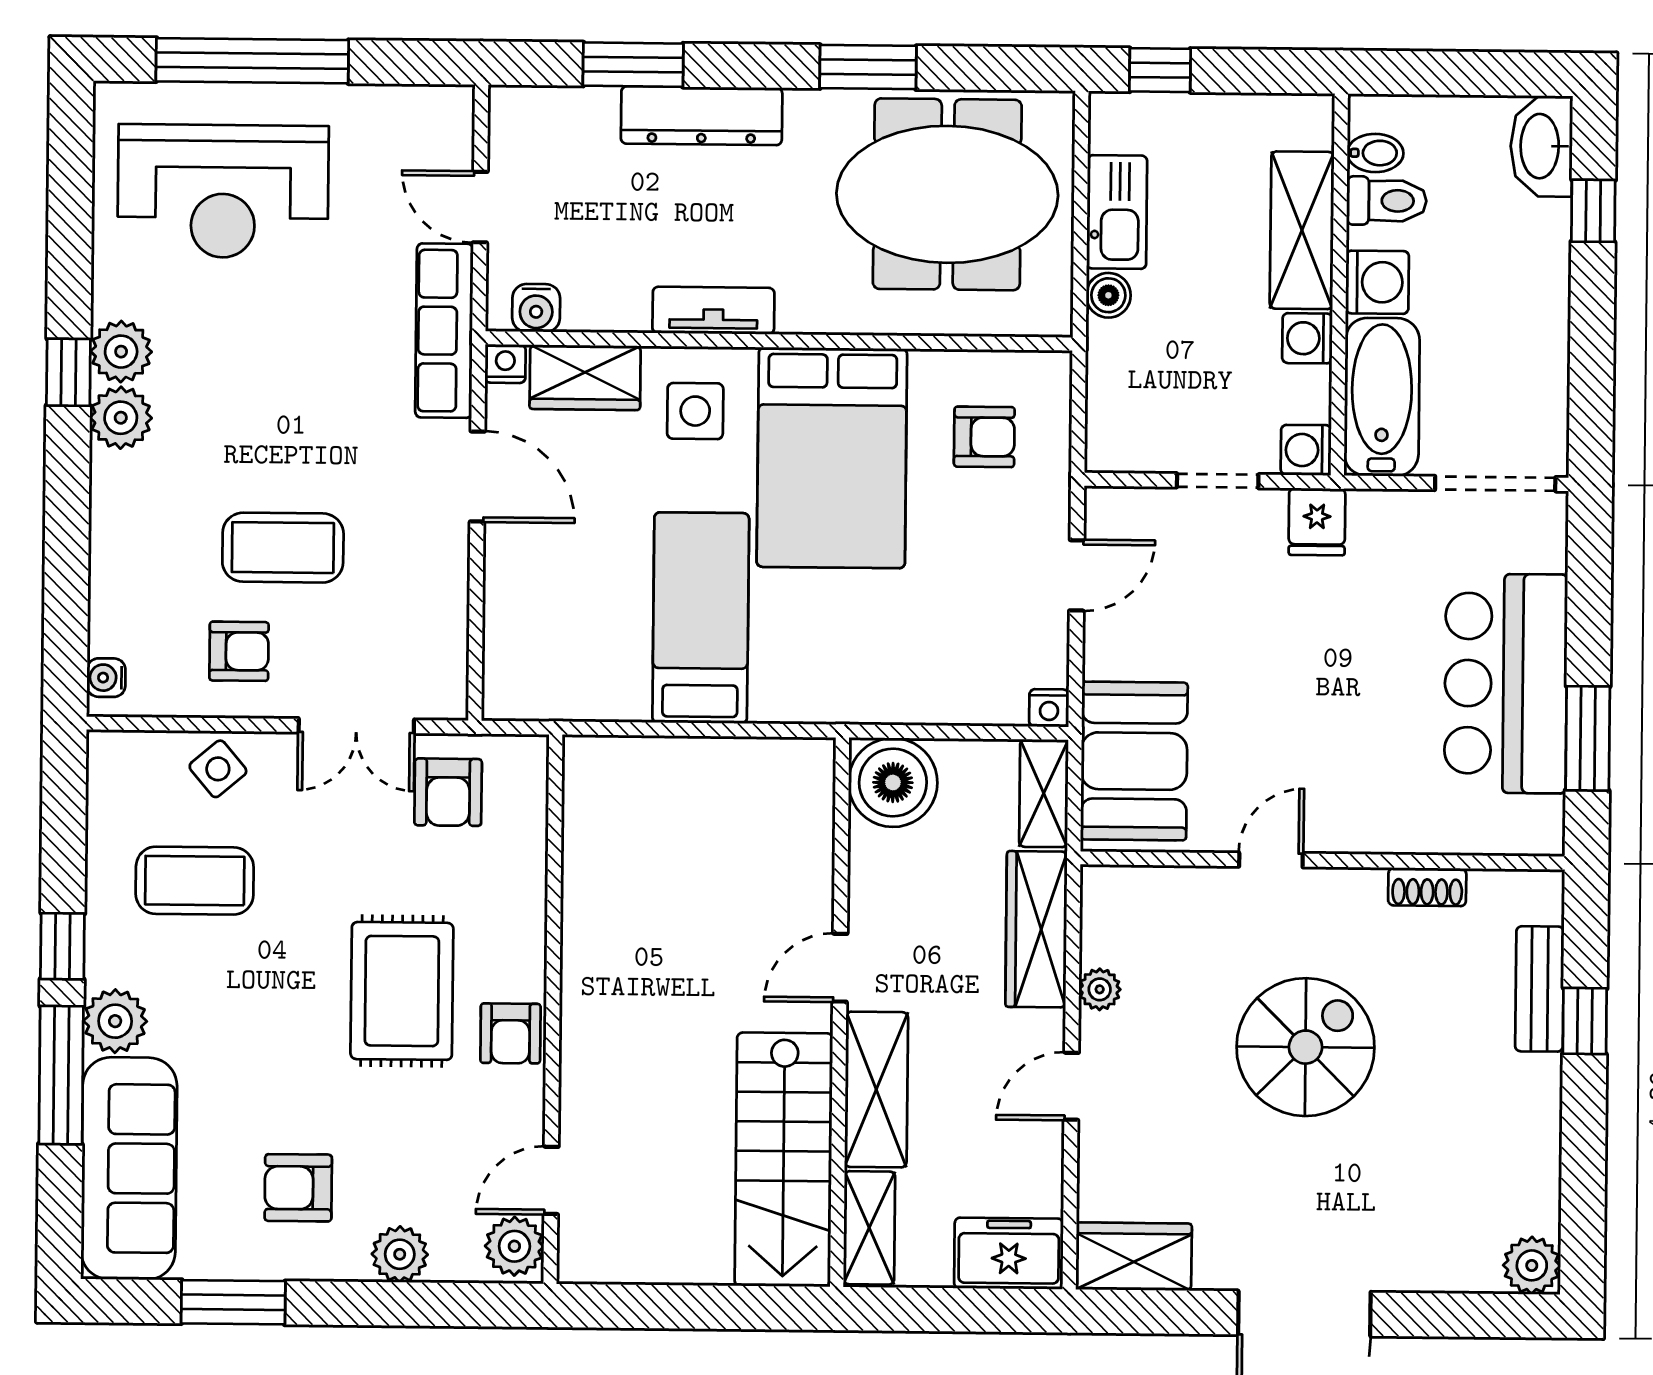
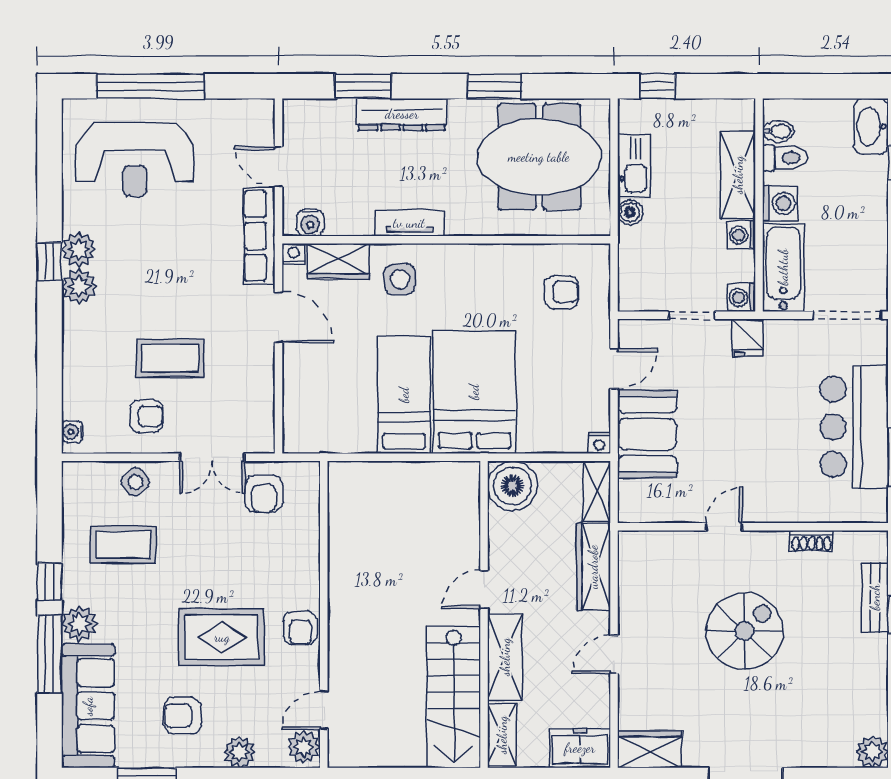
bed: (832, 458) -> (474, 392), moved, turned 180
booth: (1134, 761) -> (647, 434), moved
plant: (1100, 989) -> (629, 600), removed
rug: (402, 991) -> (222, 637), moved, turned 90

